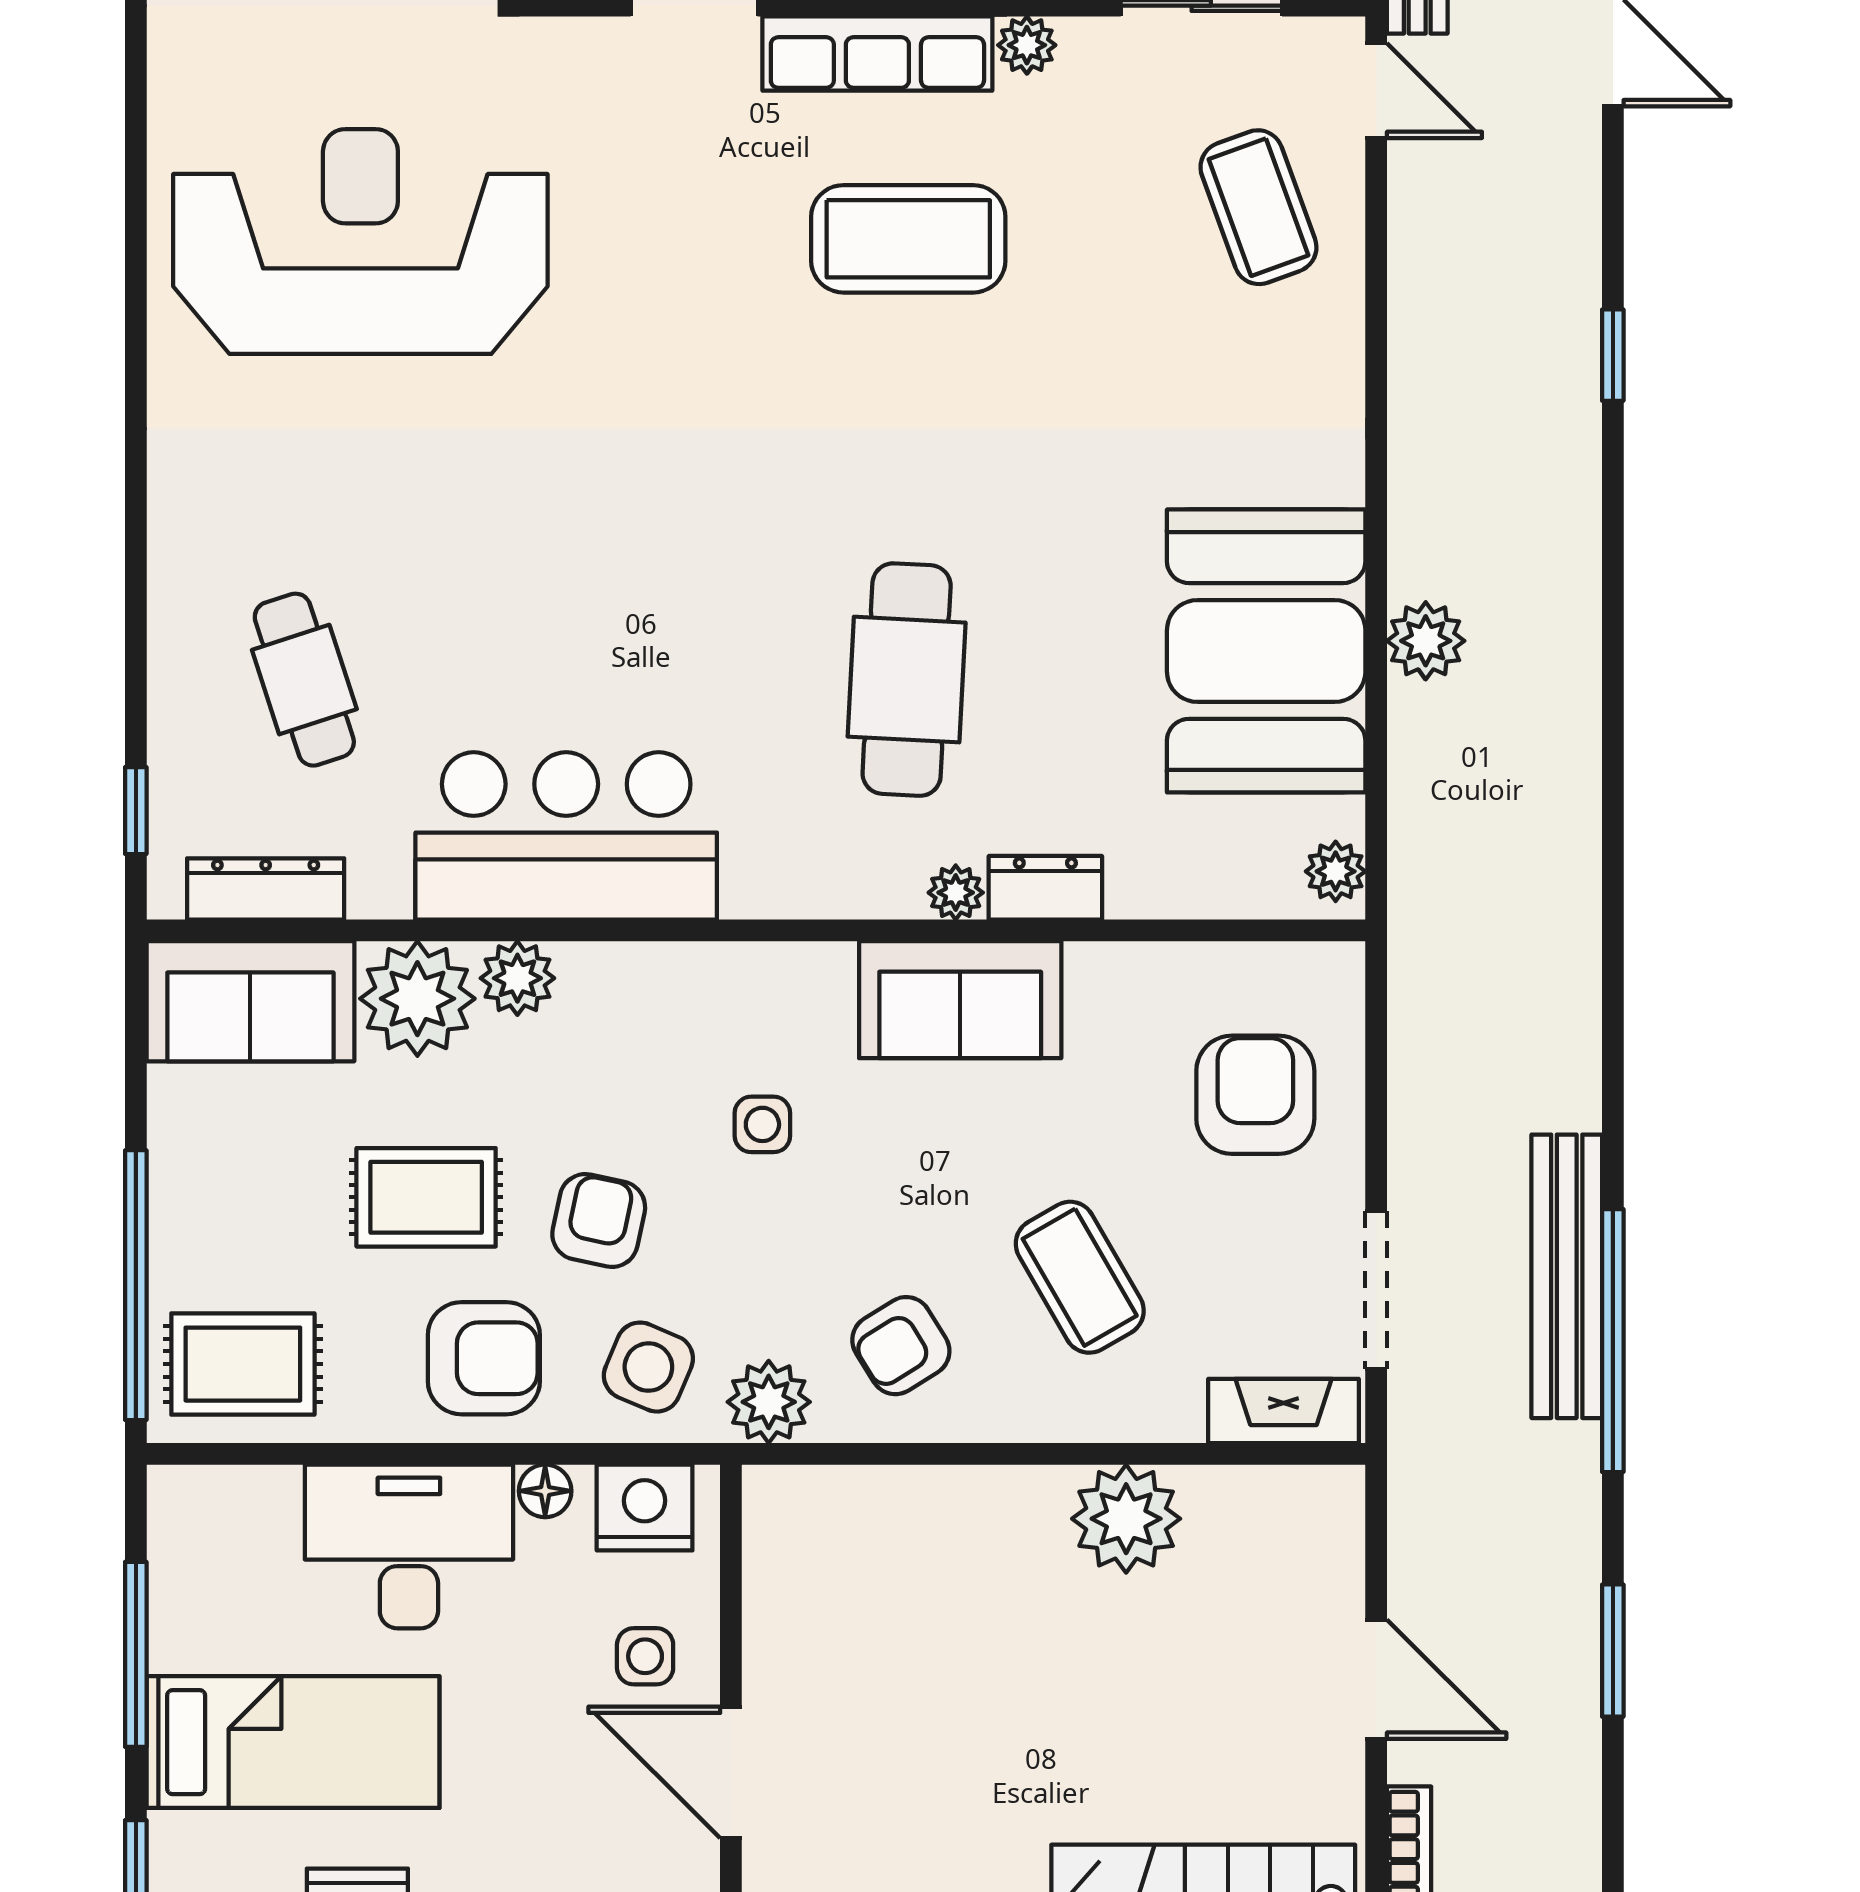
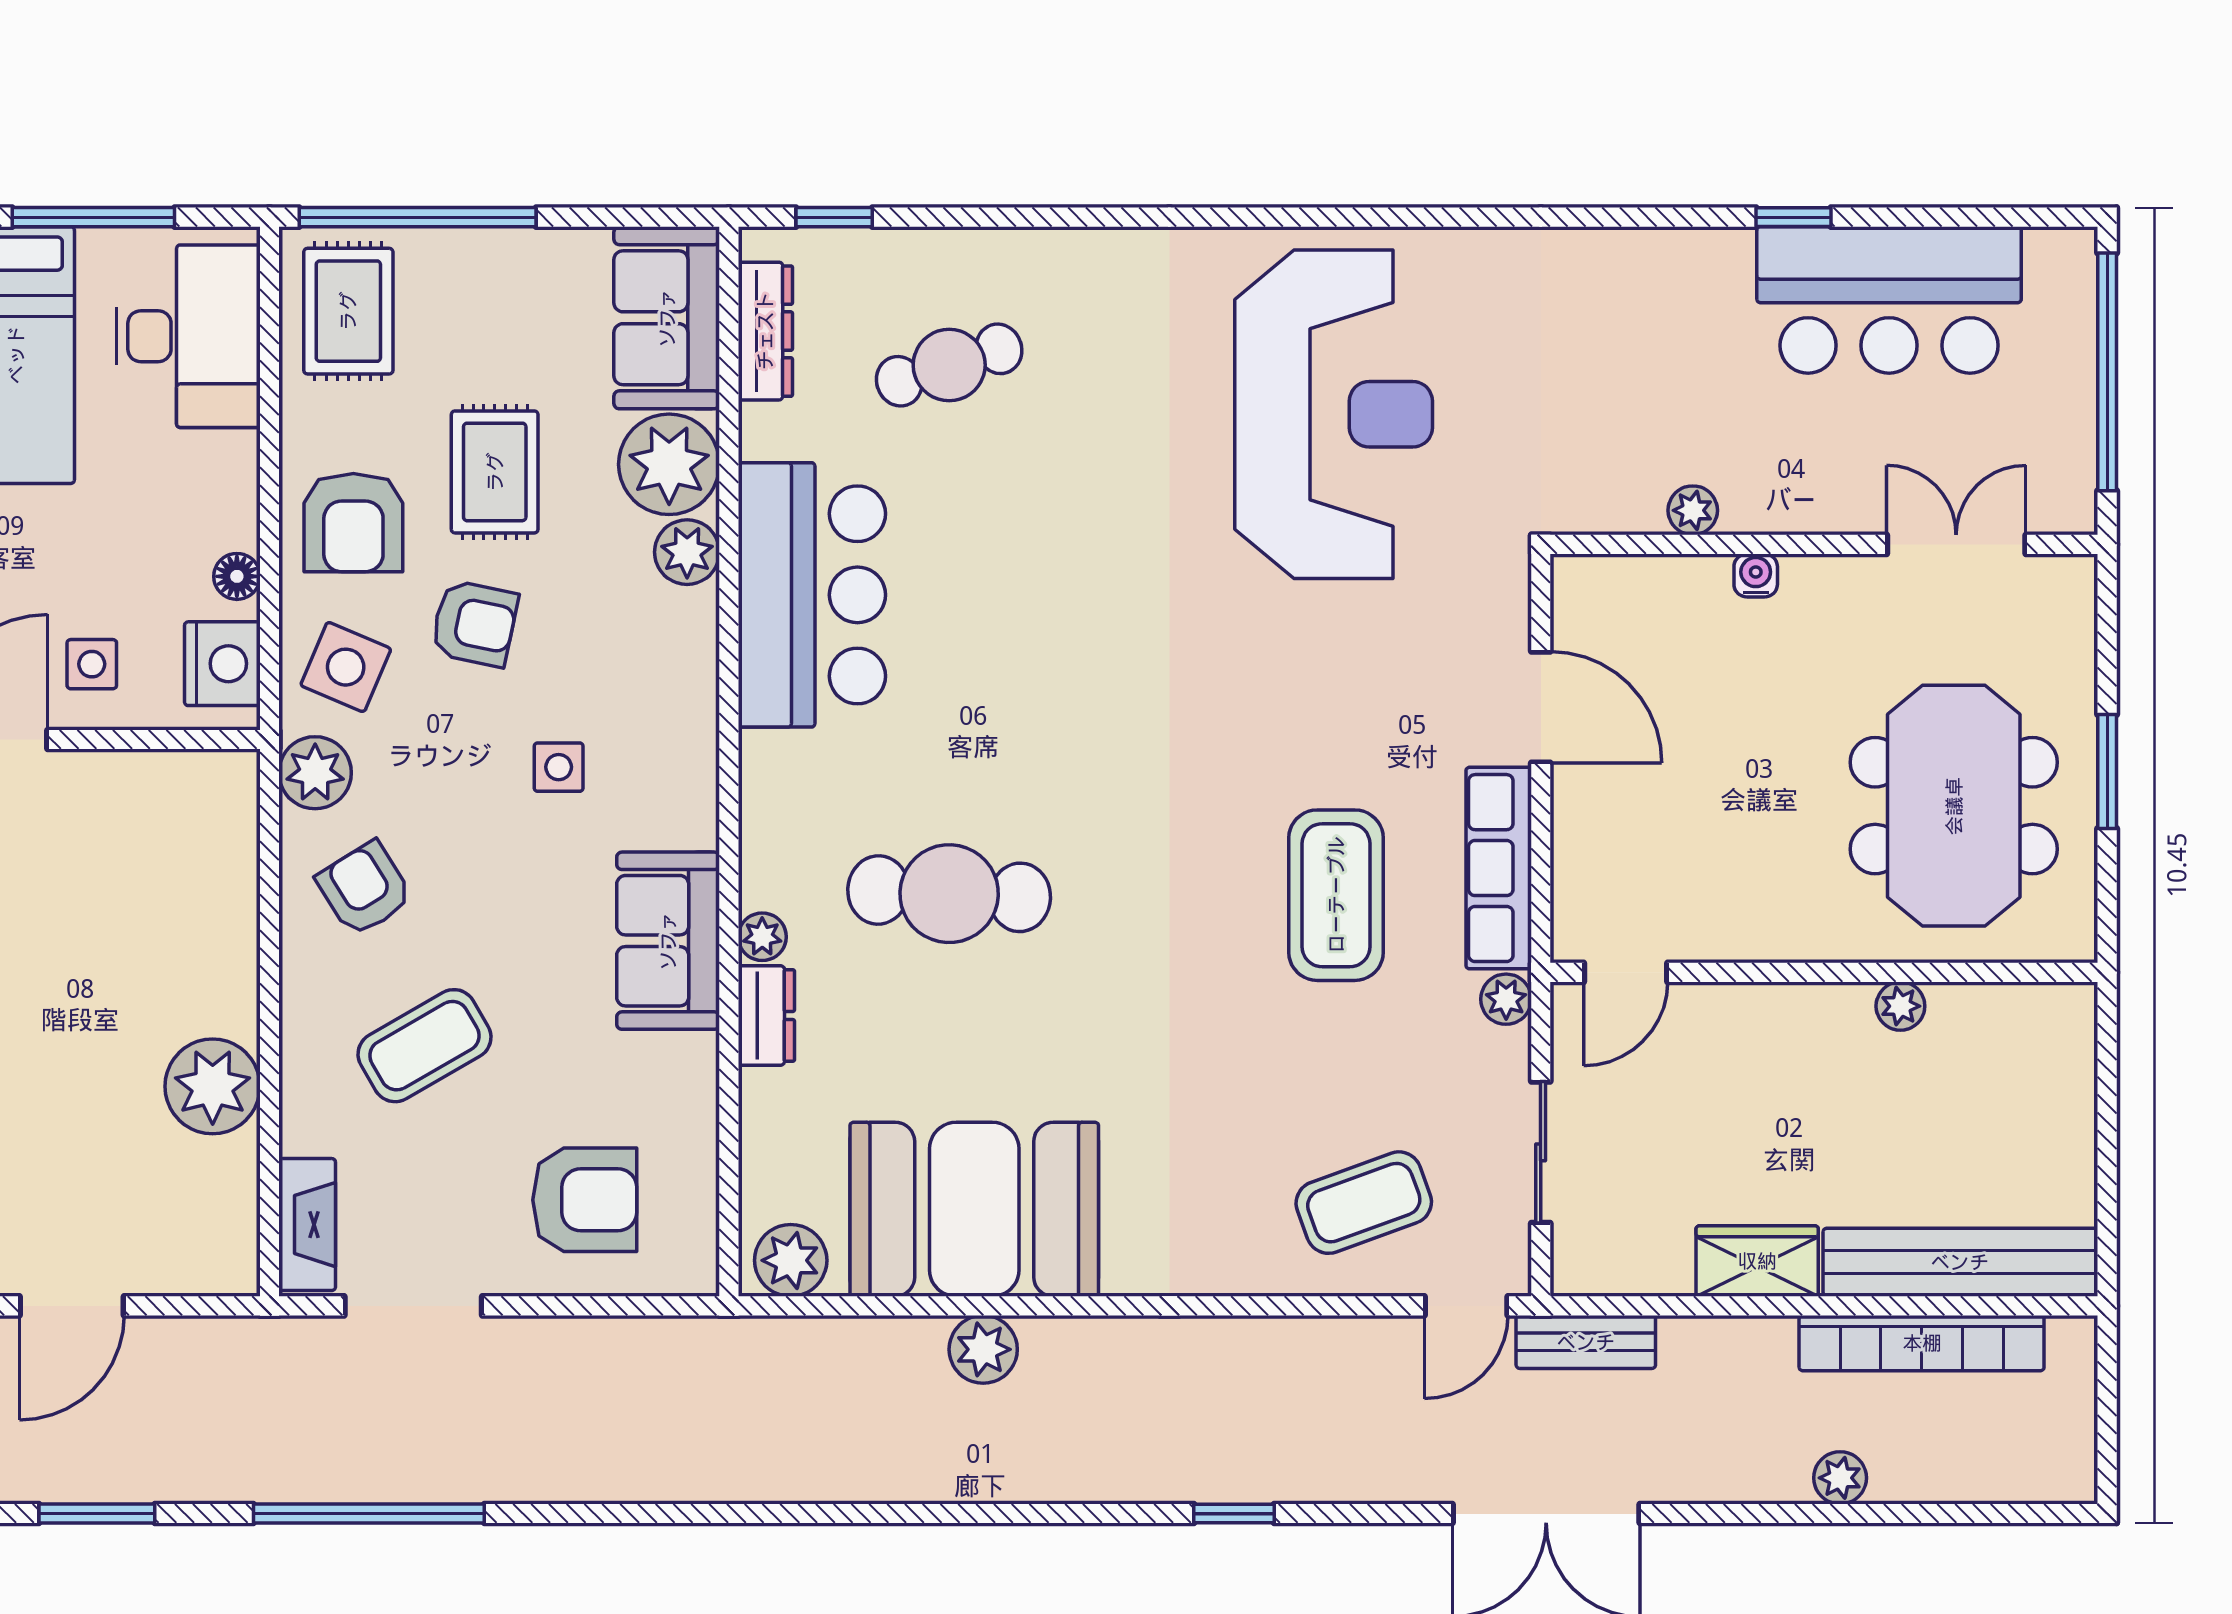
plant: (1336, 871) -> (791, 1260), width x1.38, depth x1.38
bench: (1567, 1276) -> (425, 1473), removed
desk: (409, 1546) -> (188, 336), moved

